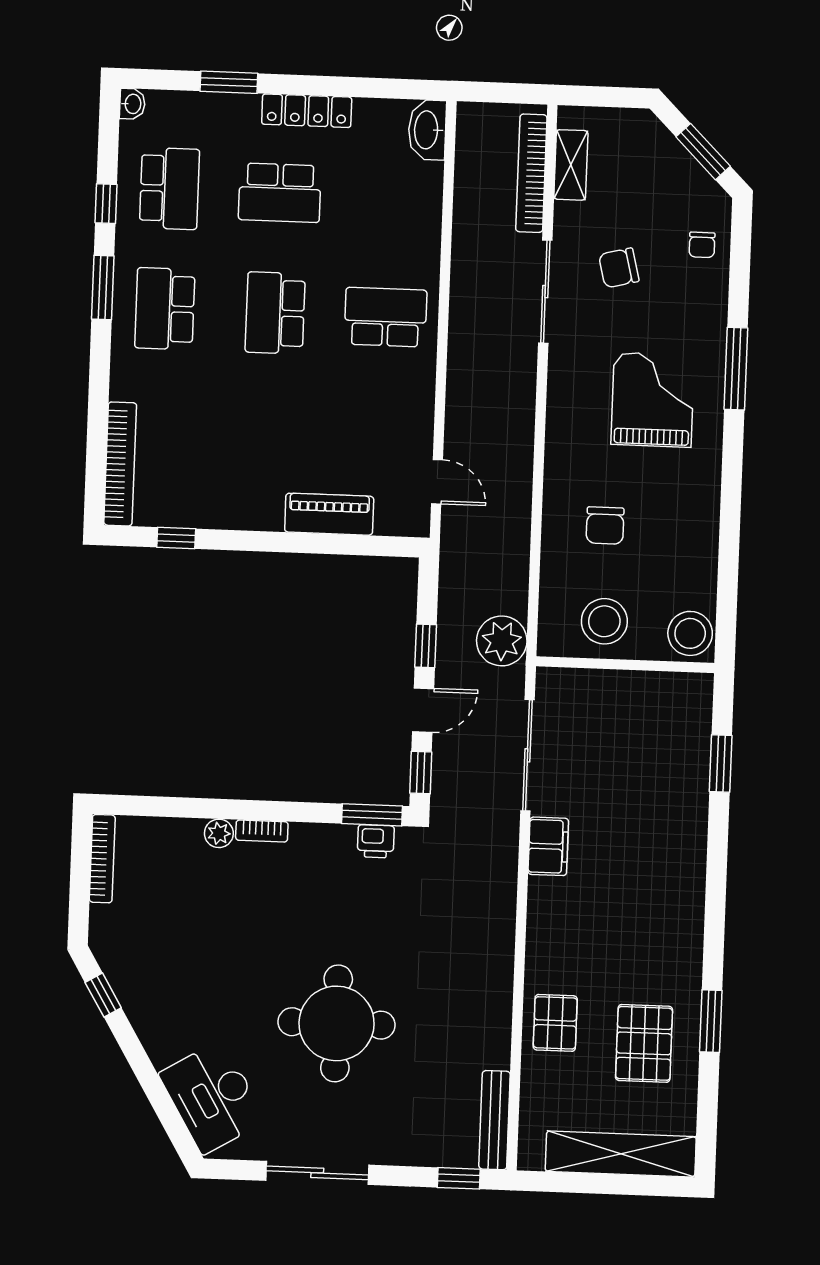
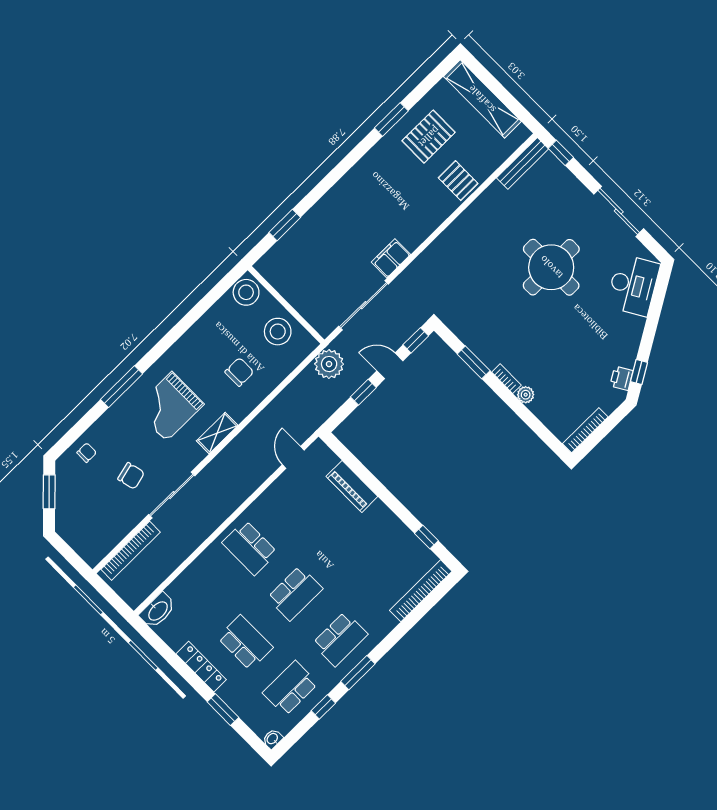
shelving: (571, 165) -> (217, 433), moved
window: (372, 815) -> (474, 362), moved
printer: (376, 841) -> (621, 378), moved, turned -121
pallet: (555, 1023) -> (458, 181), turned 90

